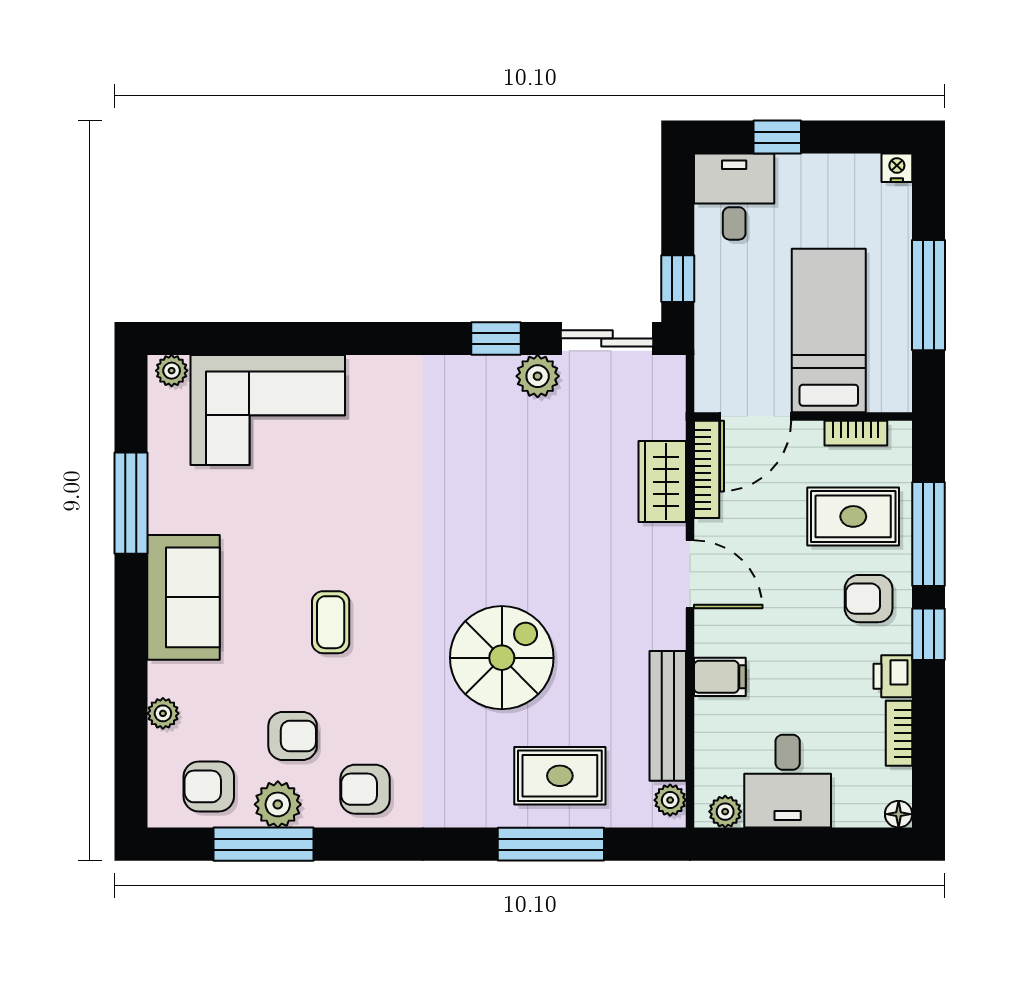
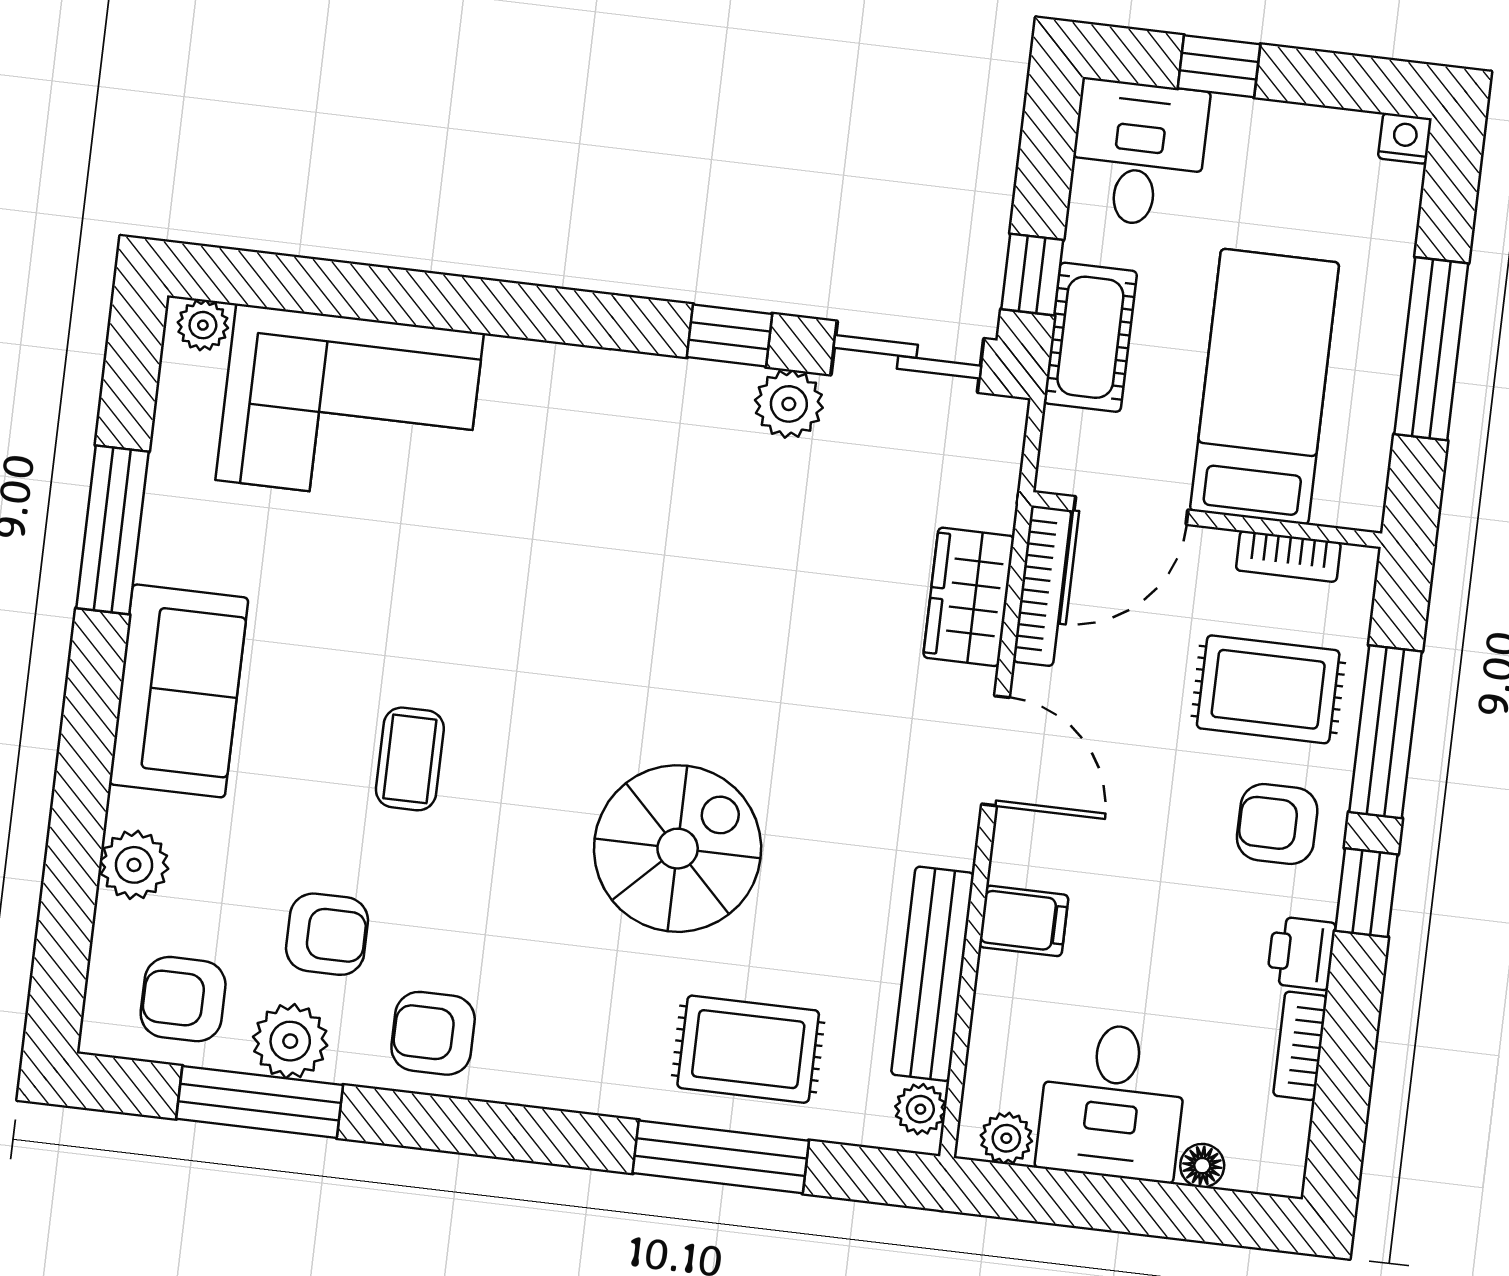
cot: (718, 313) -> (1090, 337), added
plant: (163, 713) -> (134, 865), width x1.38, depth x1.38
floor lamp: (899, 814) -> (1202, 1166), moved

